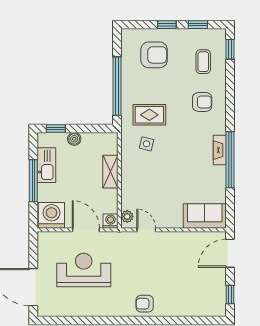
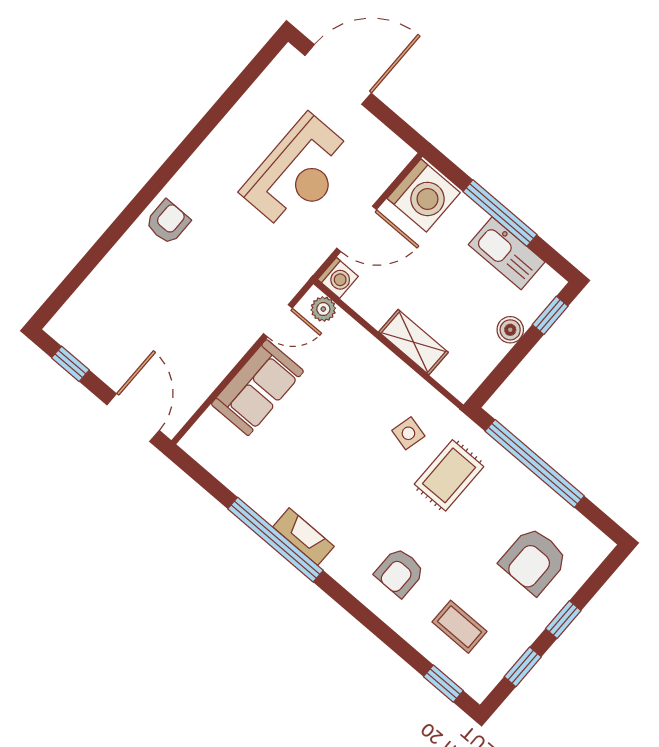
sofa: (205, 216) -> (257, 388), moved

